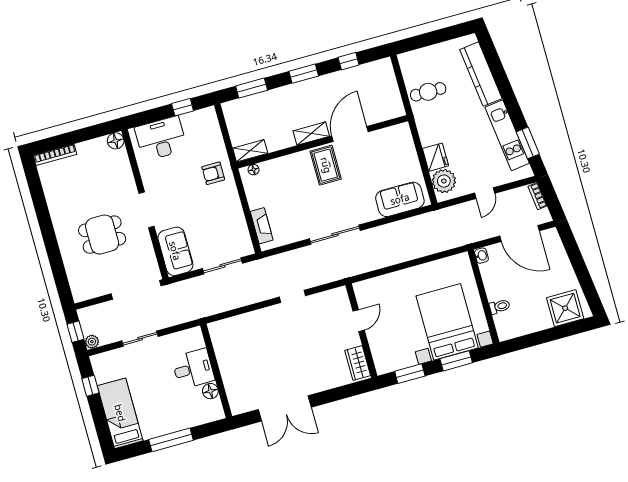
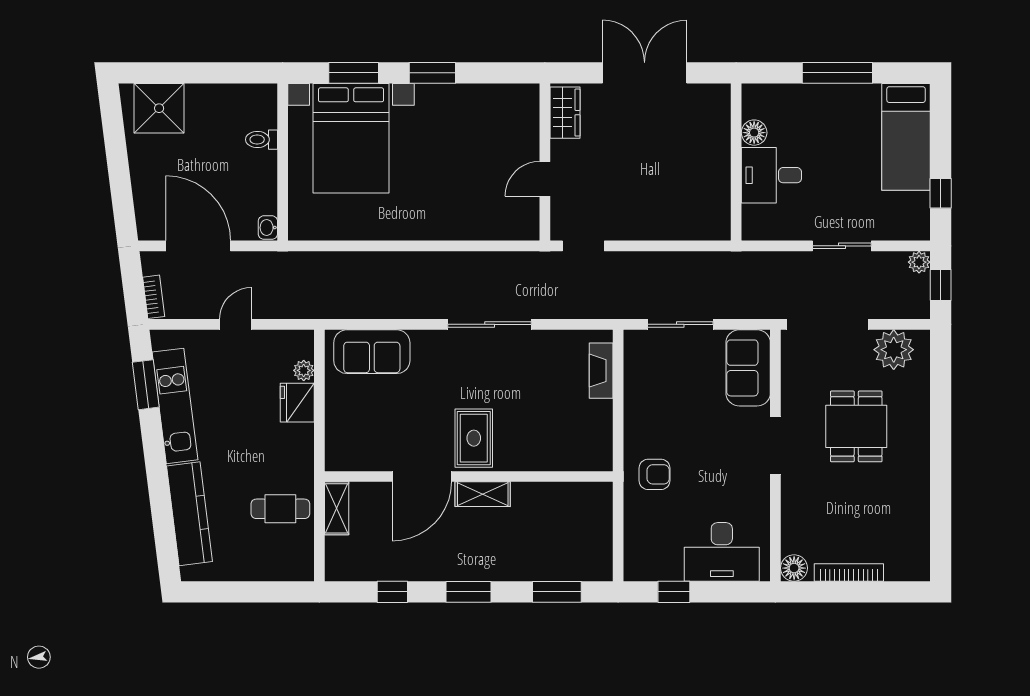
shelving: (250, 151) -> (337, 508), moved, turned 90
bookcase: (55, 155) -> (849, 573), moved
floor lamp: (254, 170) -> (589, 463), removed
plant: (444, 181) -> (304, 370), width x0.53, depth x0.53
dining table: (102, 235) -> (856, 426), turned 90
plant: (93, 286) -> (894, 350), added
door: (359, 321) -> (545, 179), moved
wall: (361, 331) -> (545, 162), moved
wardrobe: (358, 363) -> (565, 113), moved

